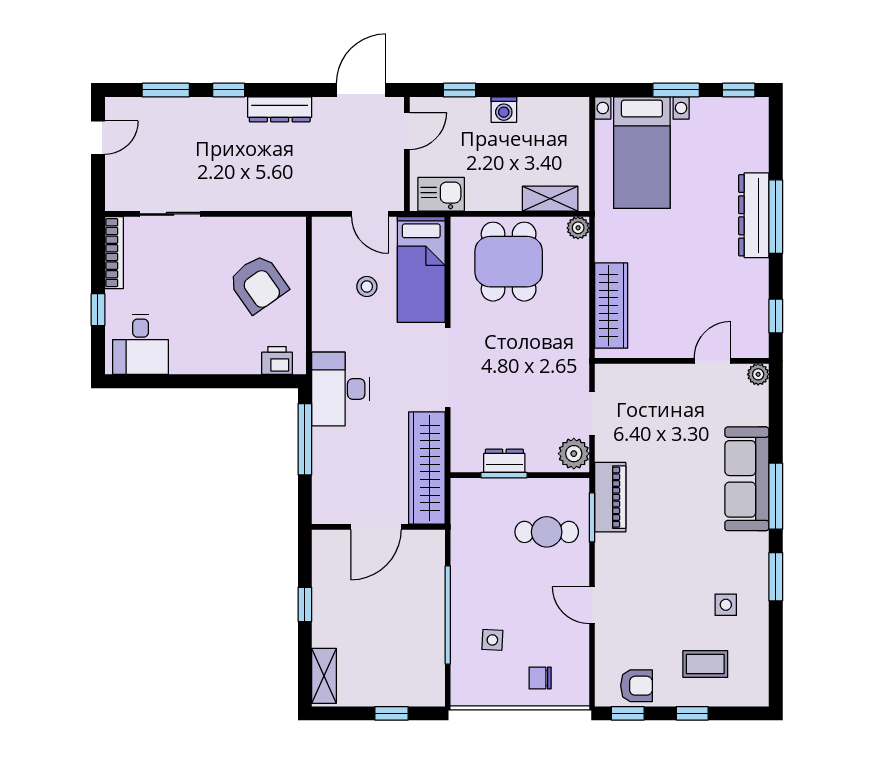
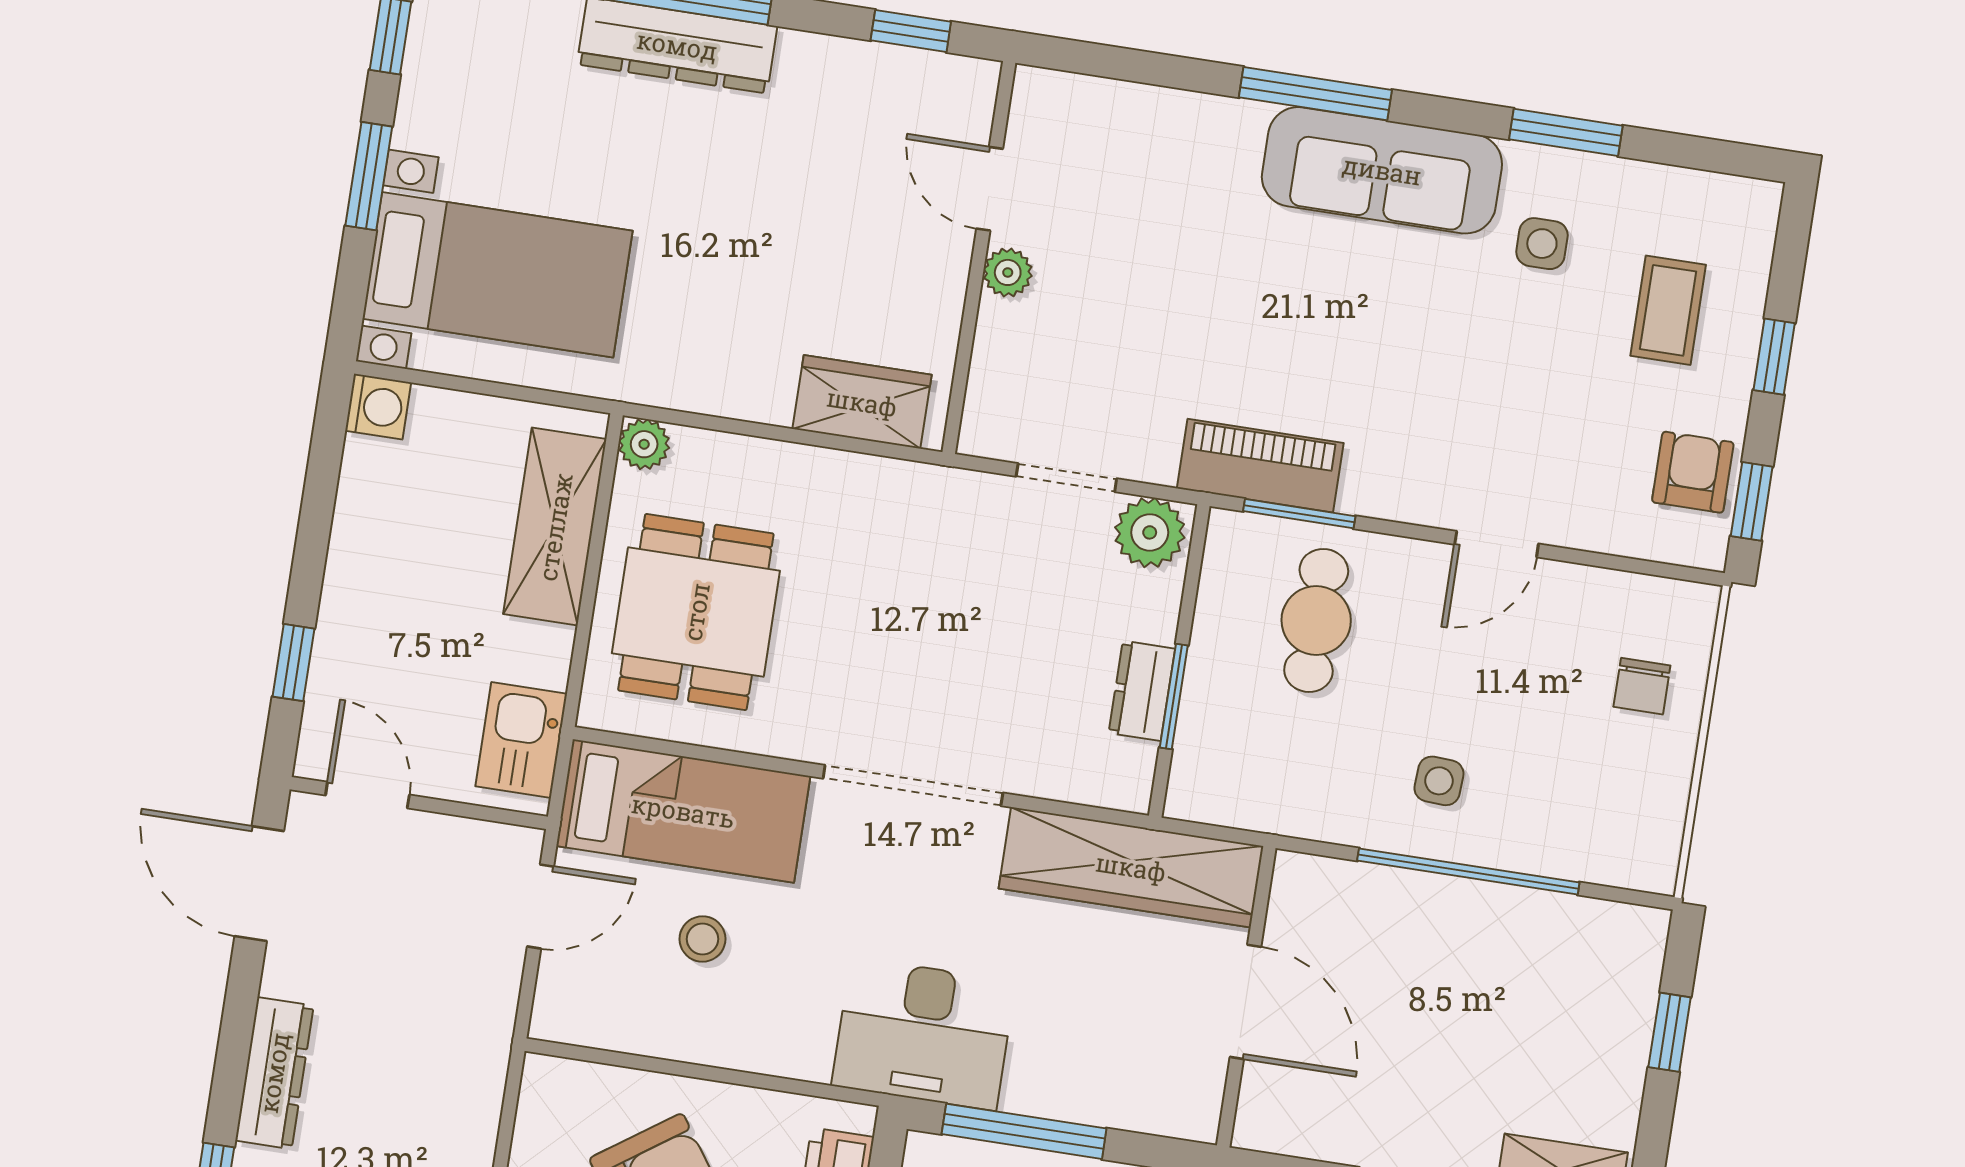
washing machine: (504, 110) -> (378, 407), moved
shelving: (550, 199) -> (555, 527), width x1.50, depth x1.33
dining table: (509, 262) -> (696, 612), turned 90
wardrobe: (611, 305) -> (862, 402), width x0.67
plant: (758, 374) -> (1008, 272), moved
sofa: (747, 479) -> (1382, 170), moved
window: (776, 577) -> (1566, 132), moved
side table: (492, 640) -> (1439, 781), moved

